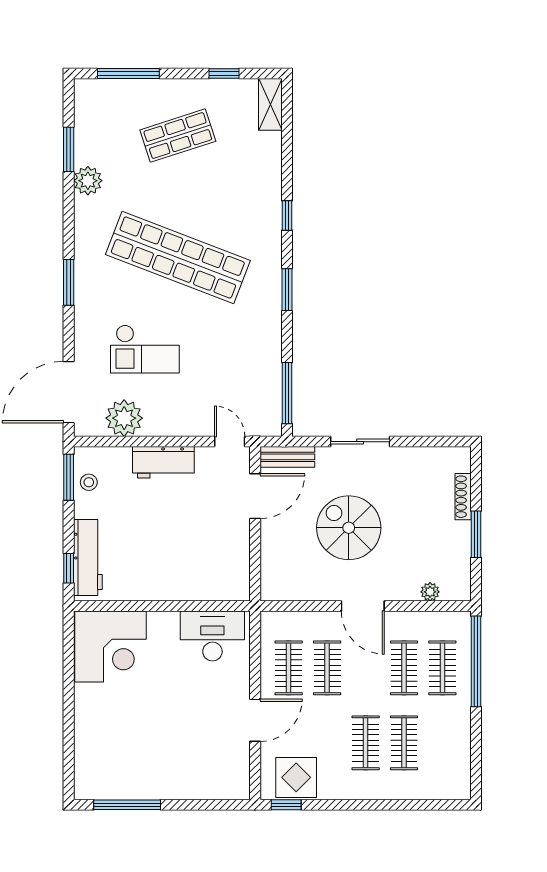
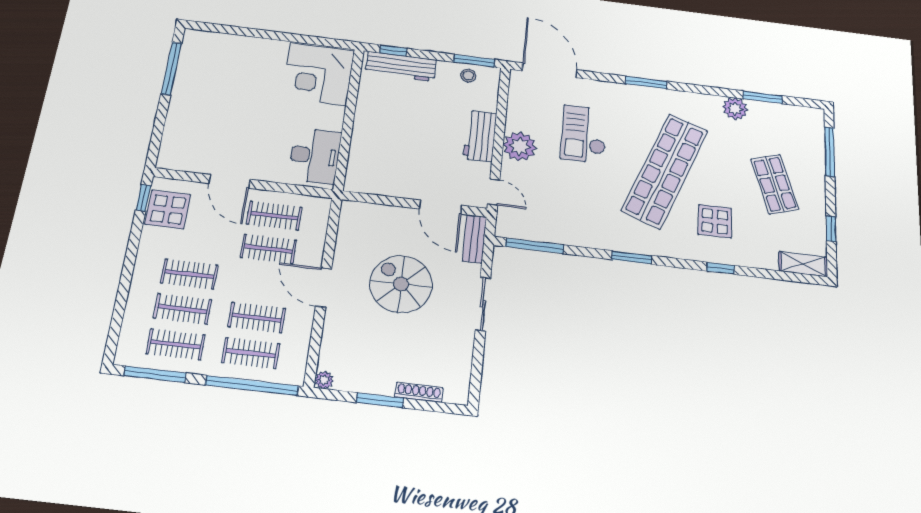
display table: (232, 201) -> (715, 221), added
window: (287, 216) -> (721, 268), moved
plant: (124, 418) -> (520, 146), moved
door: (230, 442) -> (494, 192), hinge flipped
spiral stairs: (349, 528) -> (401, 284), turned -90
plant: (430, 592) -> (324, 380), moved
door: (363, 606) -> (324, 288), hinge flipped
clothes rail: (442, 743) -> (176, 344), added
window: (476, 757) -> (155, 374), added

